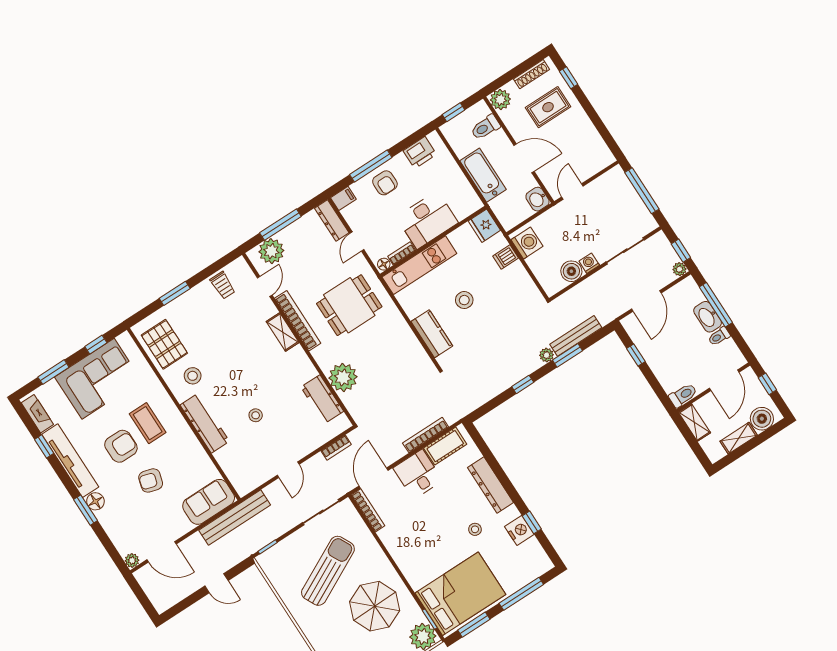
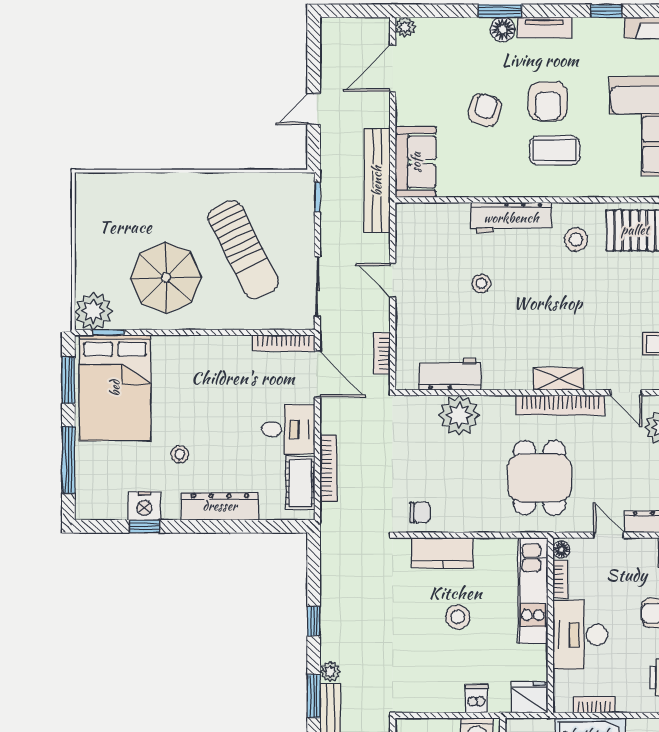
bookcase: (464, 184) -> (594, 705), added
chair: (416, 363) -> (420, 512), added
tv unit: (70, 461) -> (544, 28), width x0.52, depth x0.78

